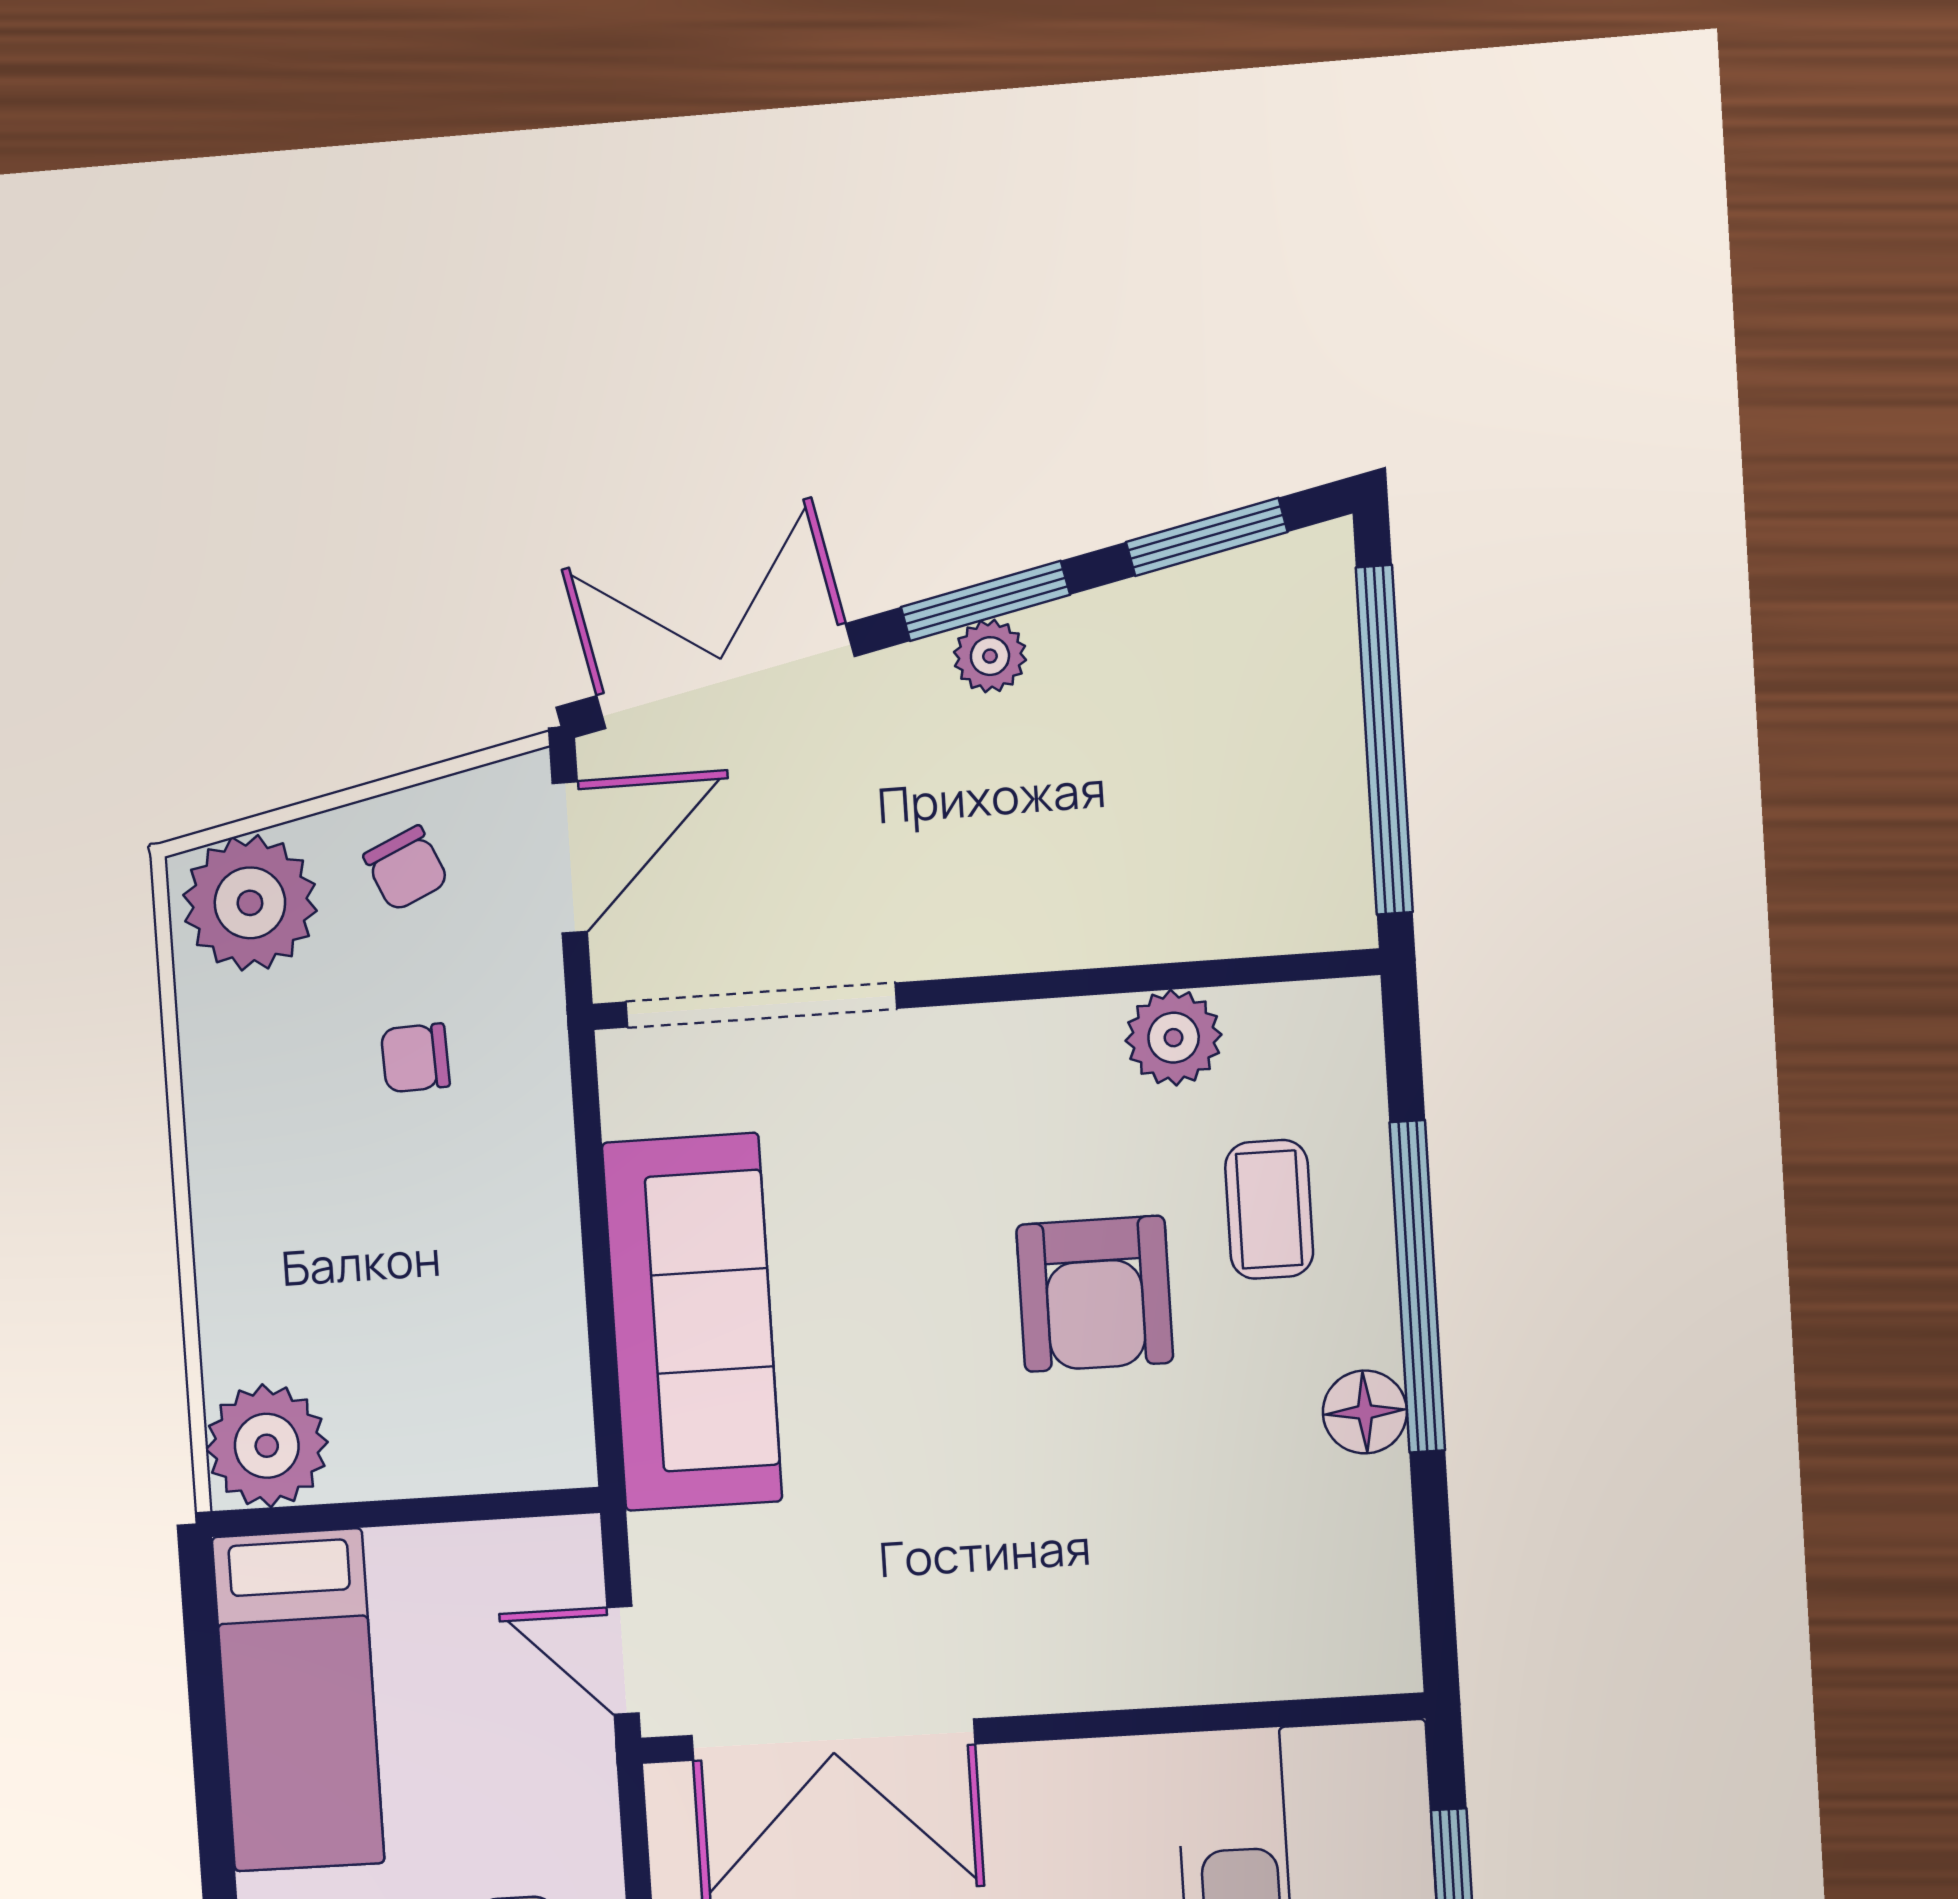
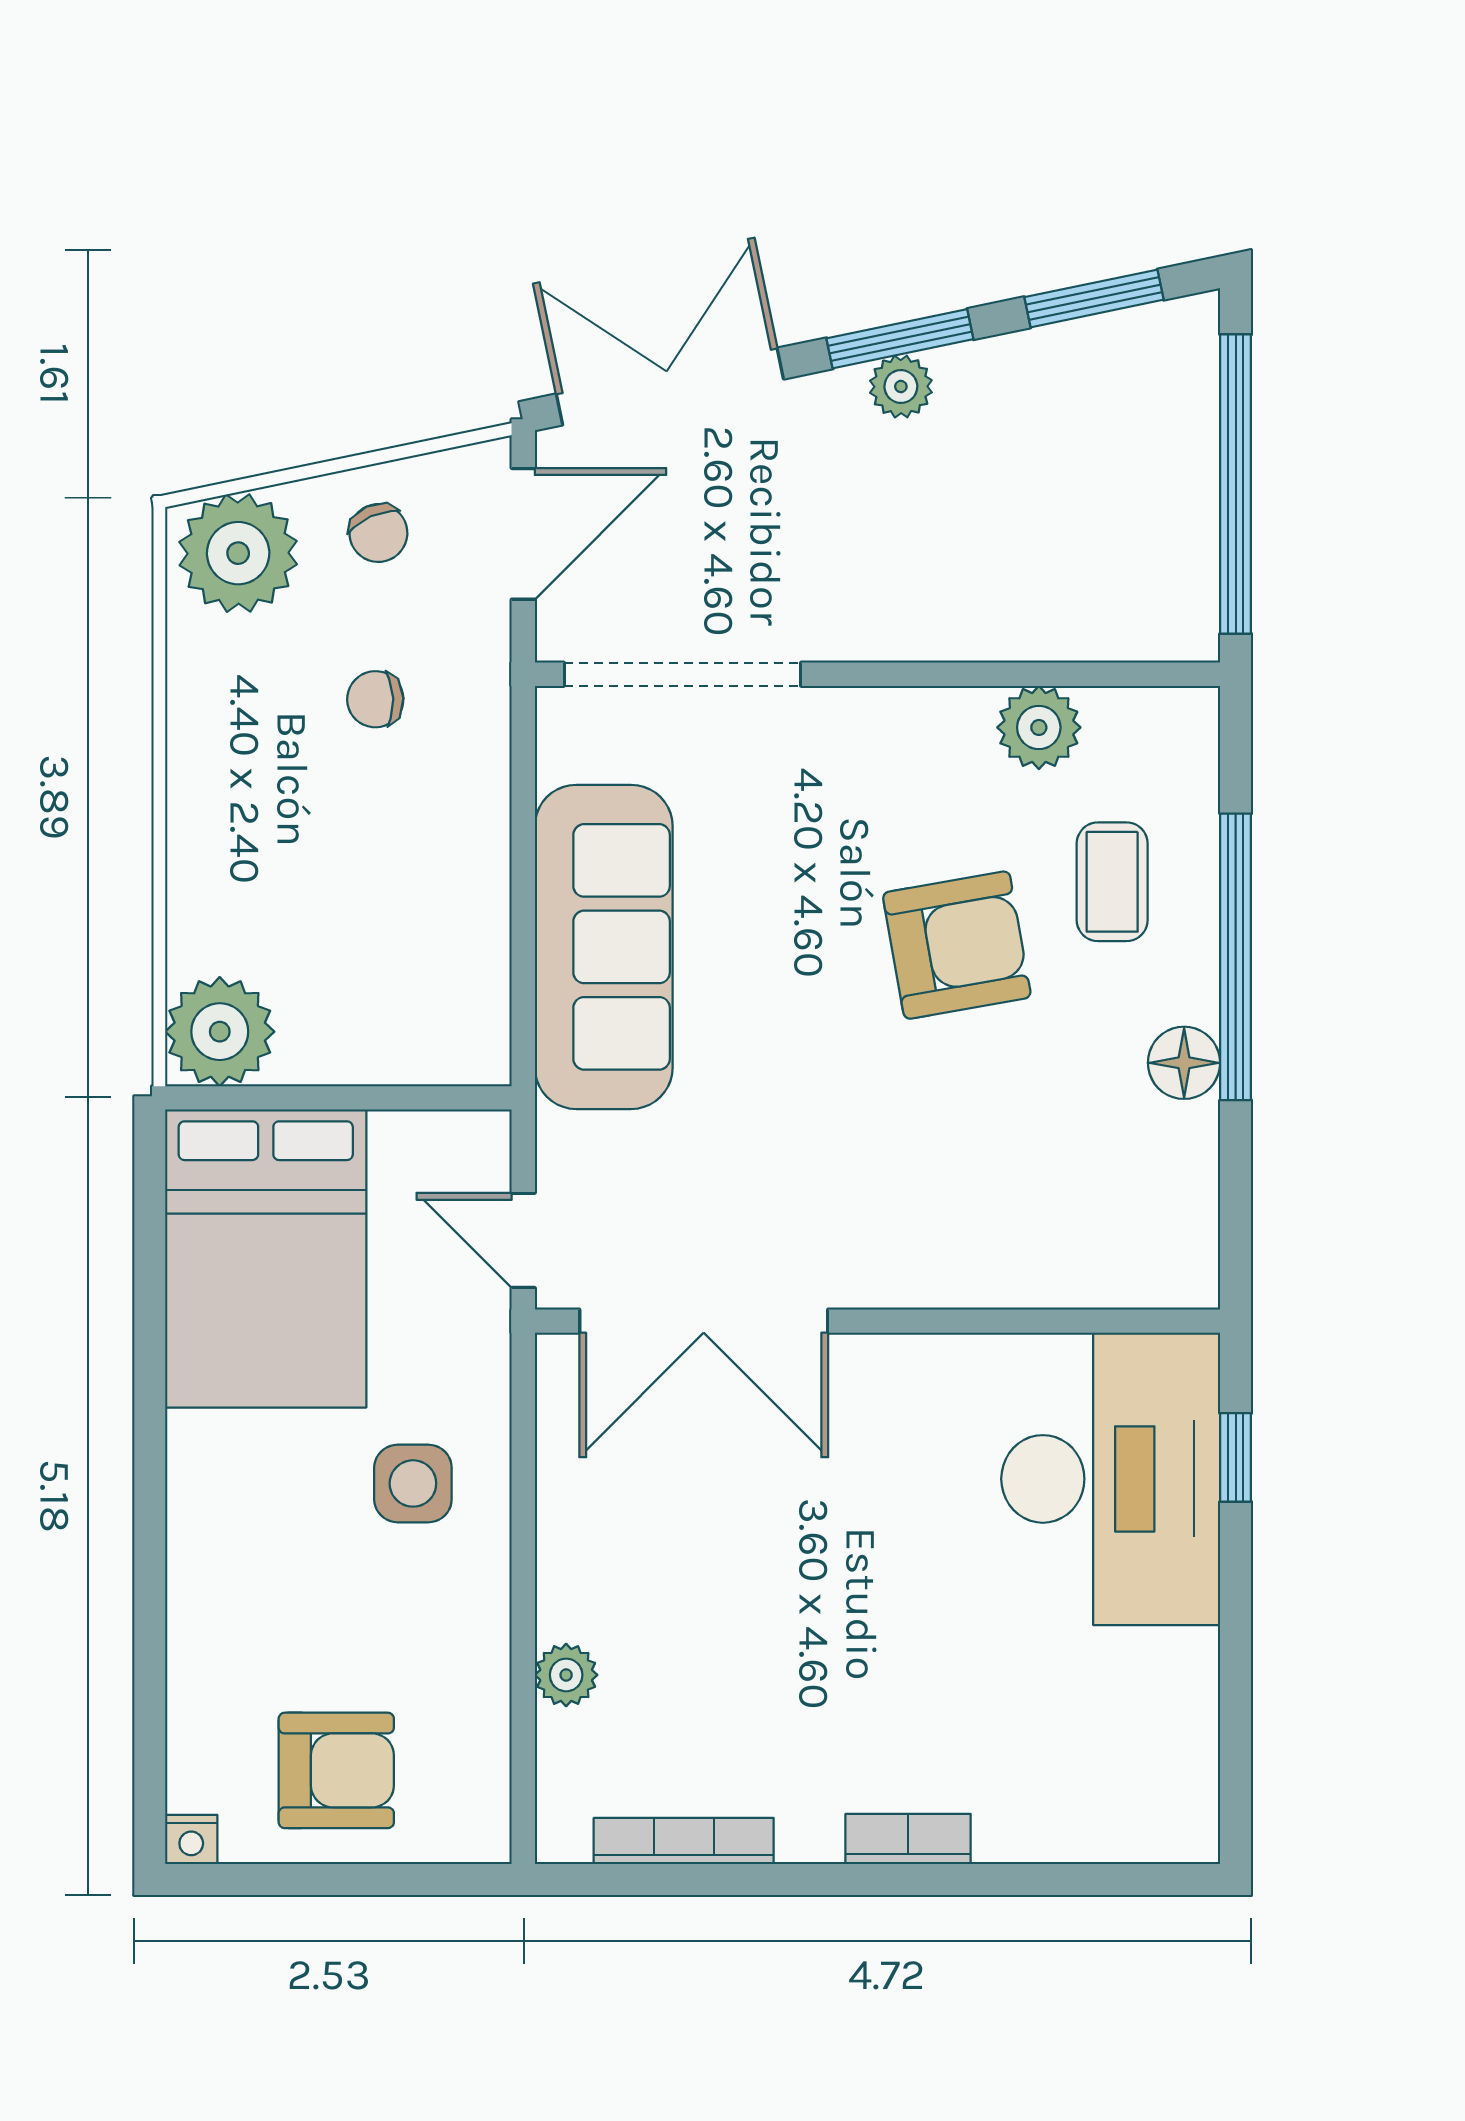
armchair: (1095, 1294) -> (957, 945), turned -100
bed: (298, 1700) -> (266, 1258), width x1.50

